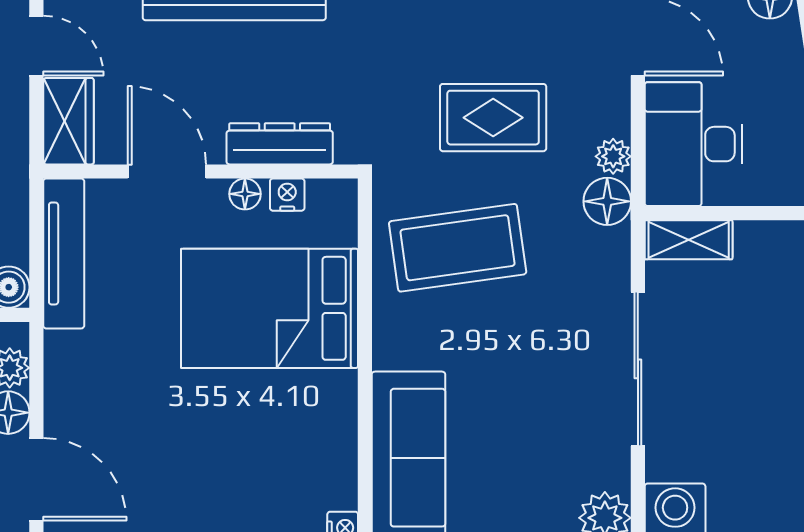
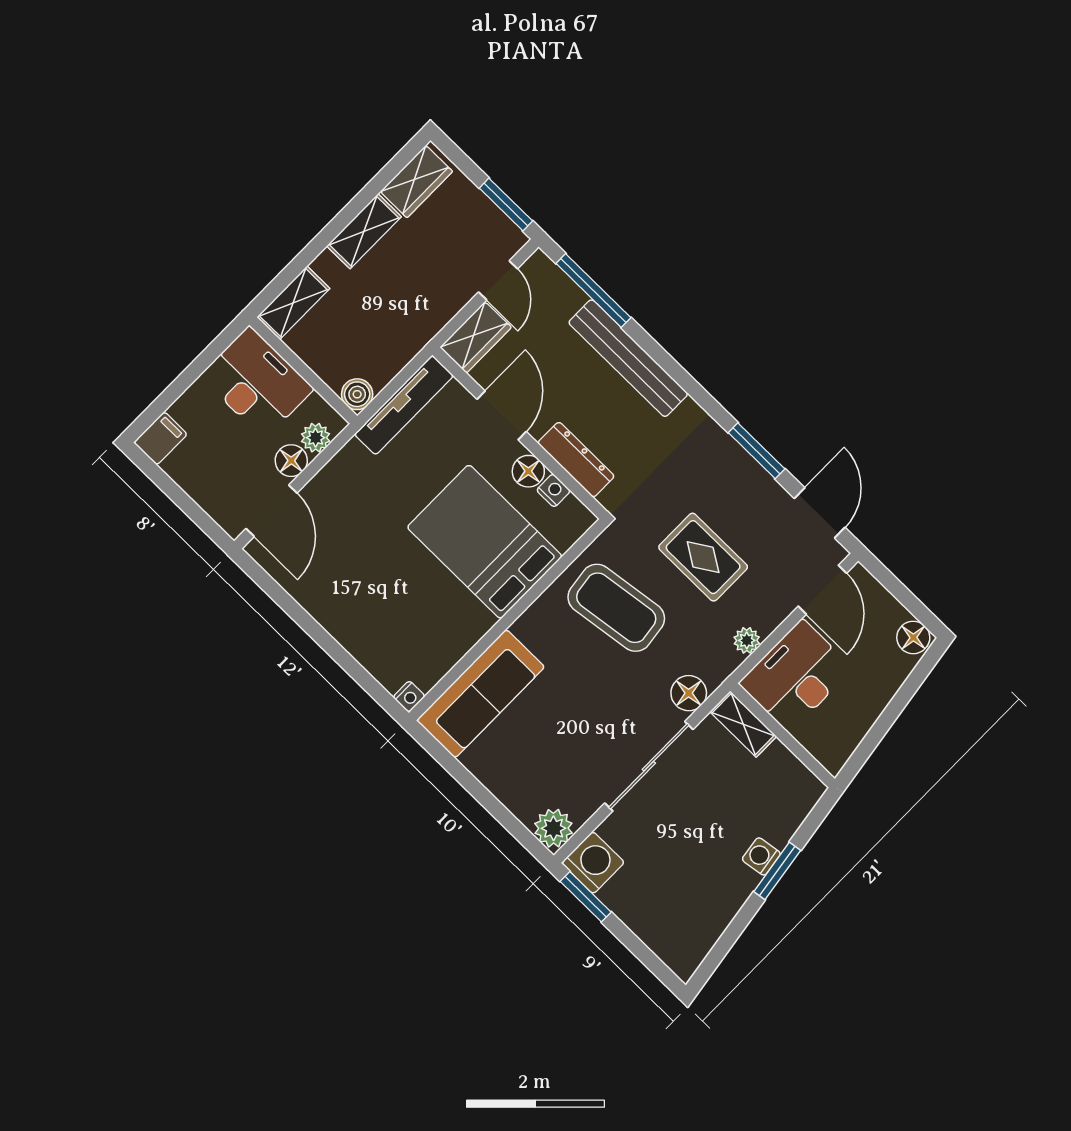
floor lamp: (245, 194) -> (528, 471), width x1.37, depth x1.37
floor lamp: (607, 201) -> (689, 693), moved

